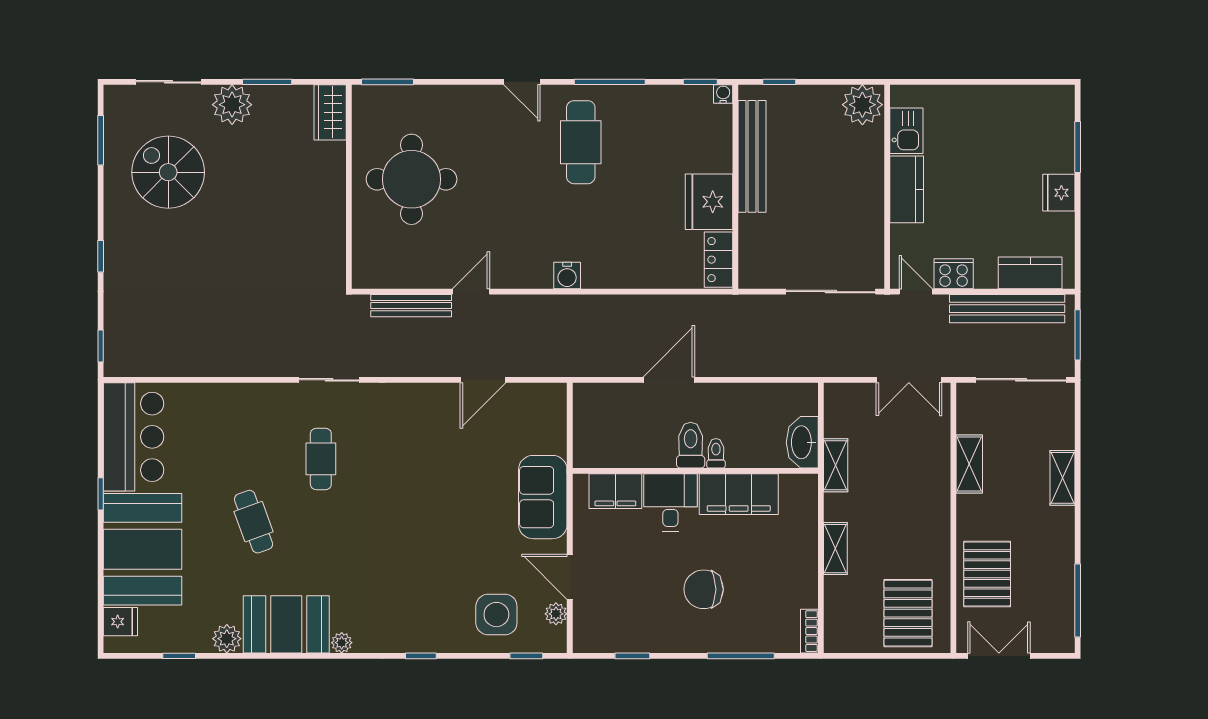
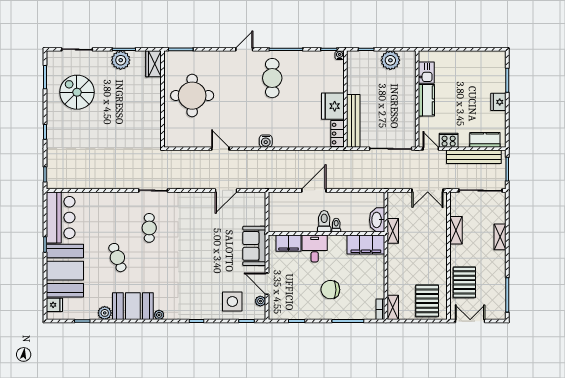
door: (522, 82) -> (244, 49), swing flipped
plant: (232, 105) -> (121, 60), moved
plant: (862, 105) -> (390, 60), moved
bench: (752, 156) -> (353, 121), moved
door: (471, 292) -> (220, 149), hinge flipped
bench: (411, 306) -> (192, 155), removed
filing cabinet: (739, 494) -> (366, 245), moved
shelving: (835, 549) -> (393, 307), moved

